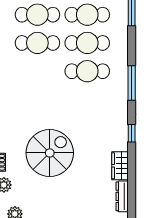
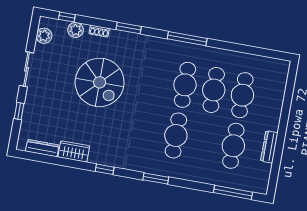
cafe table: (87, 43) -> (185, 85), moved
window: (132, 83) -> (156, 178), width x0.69

